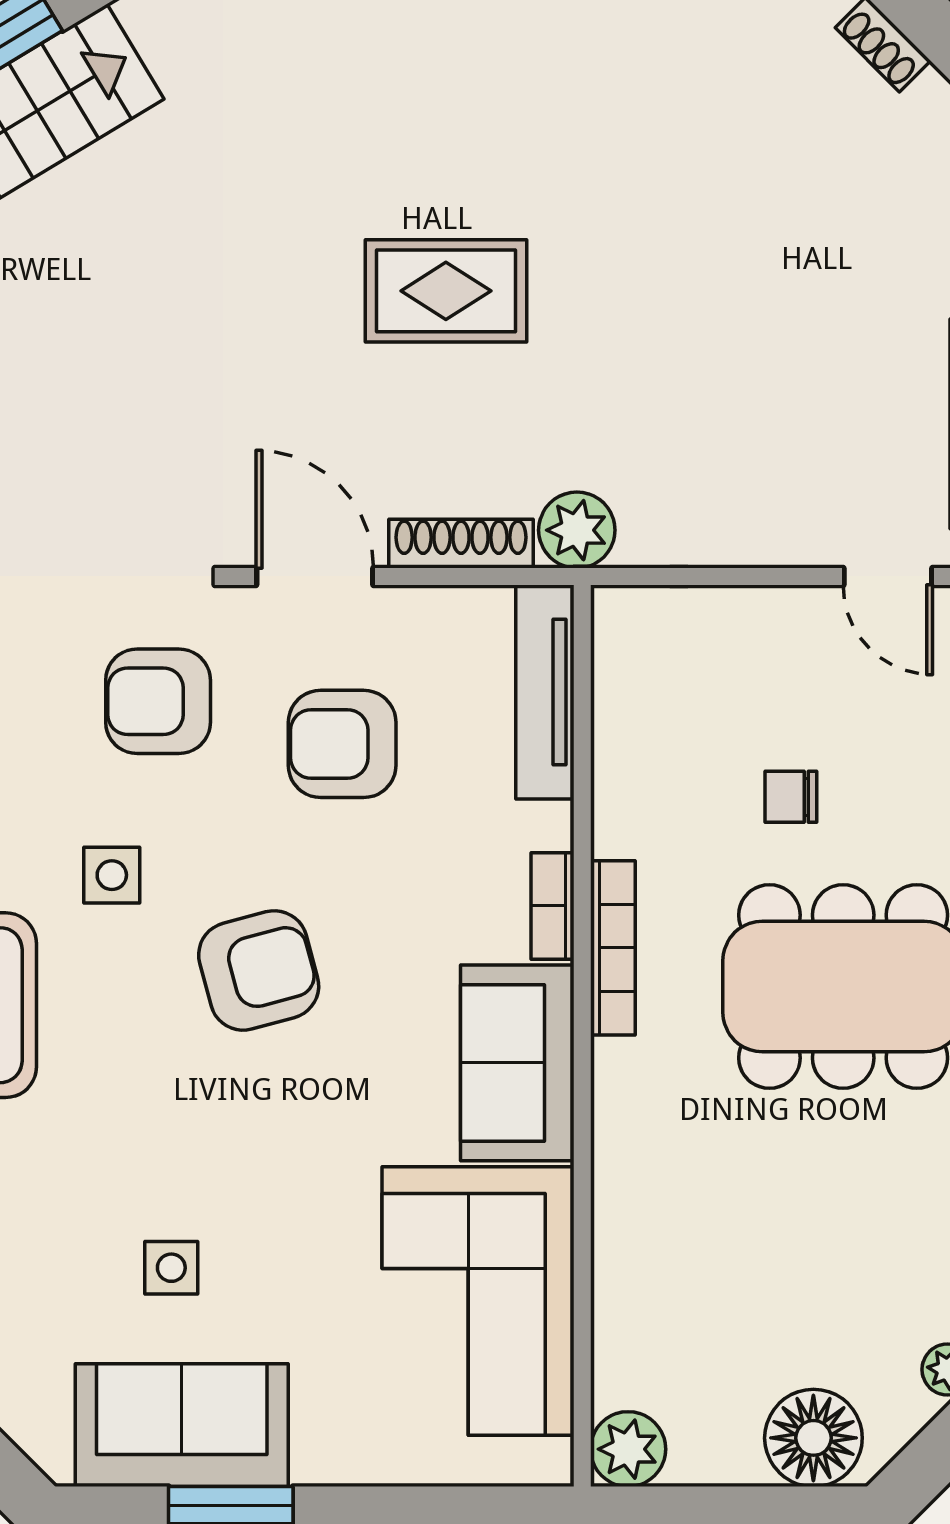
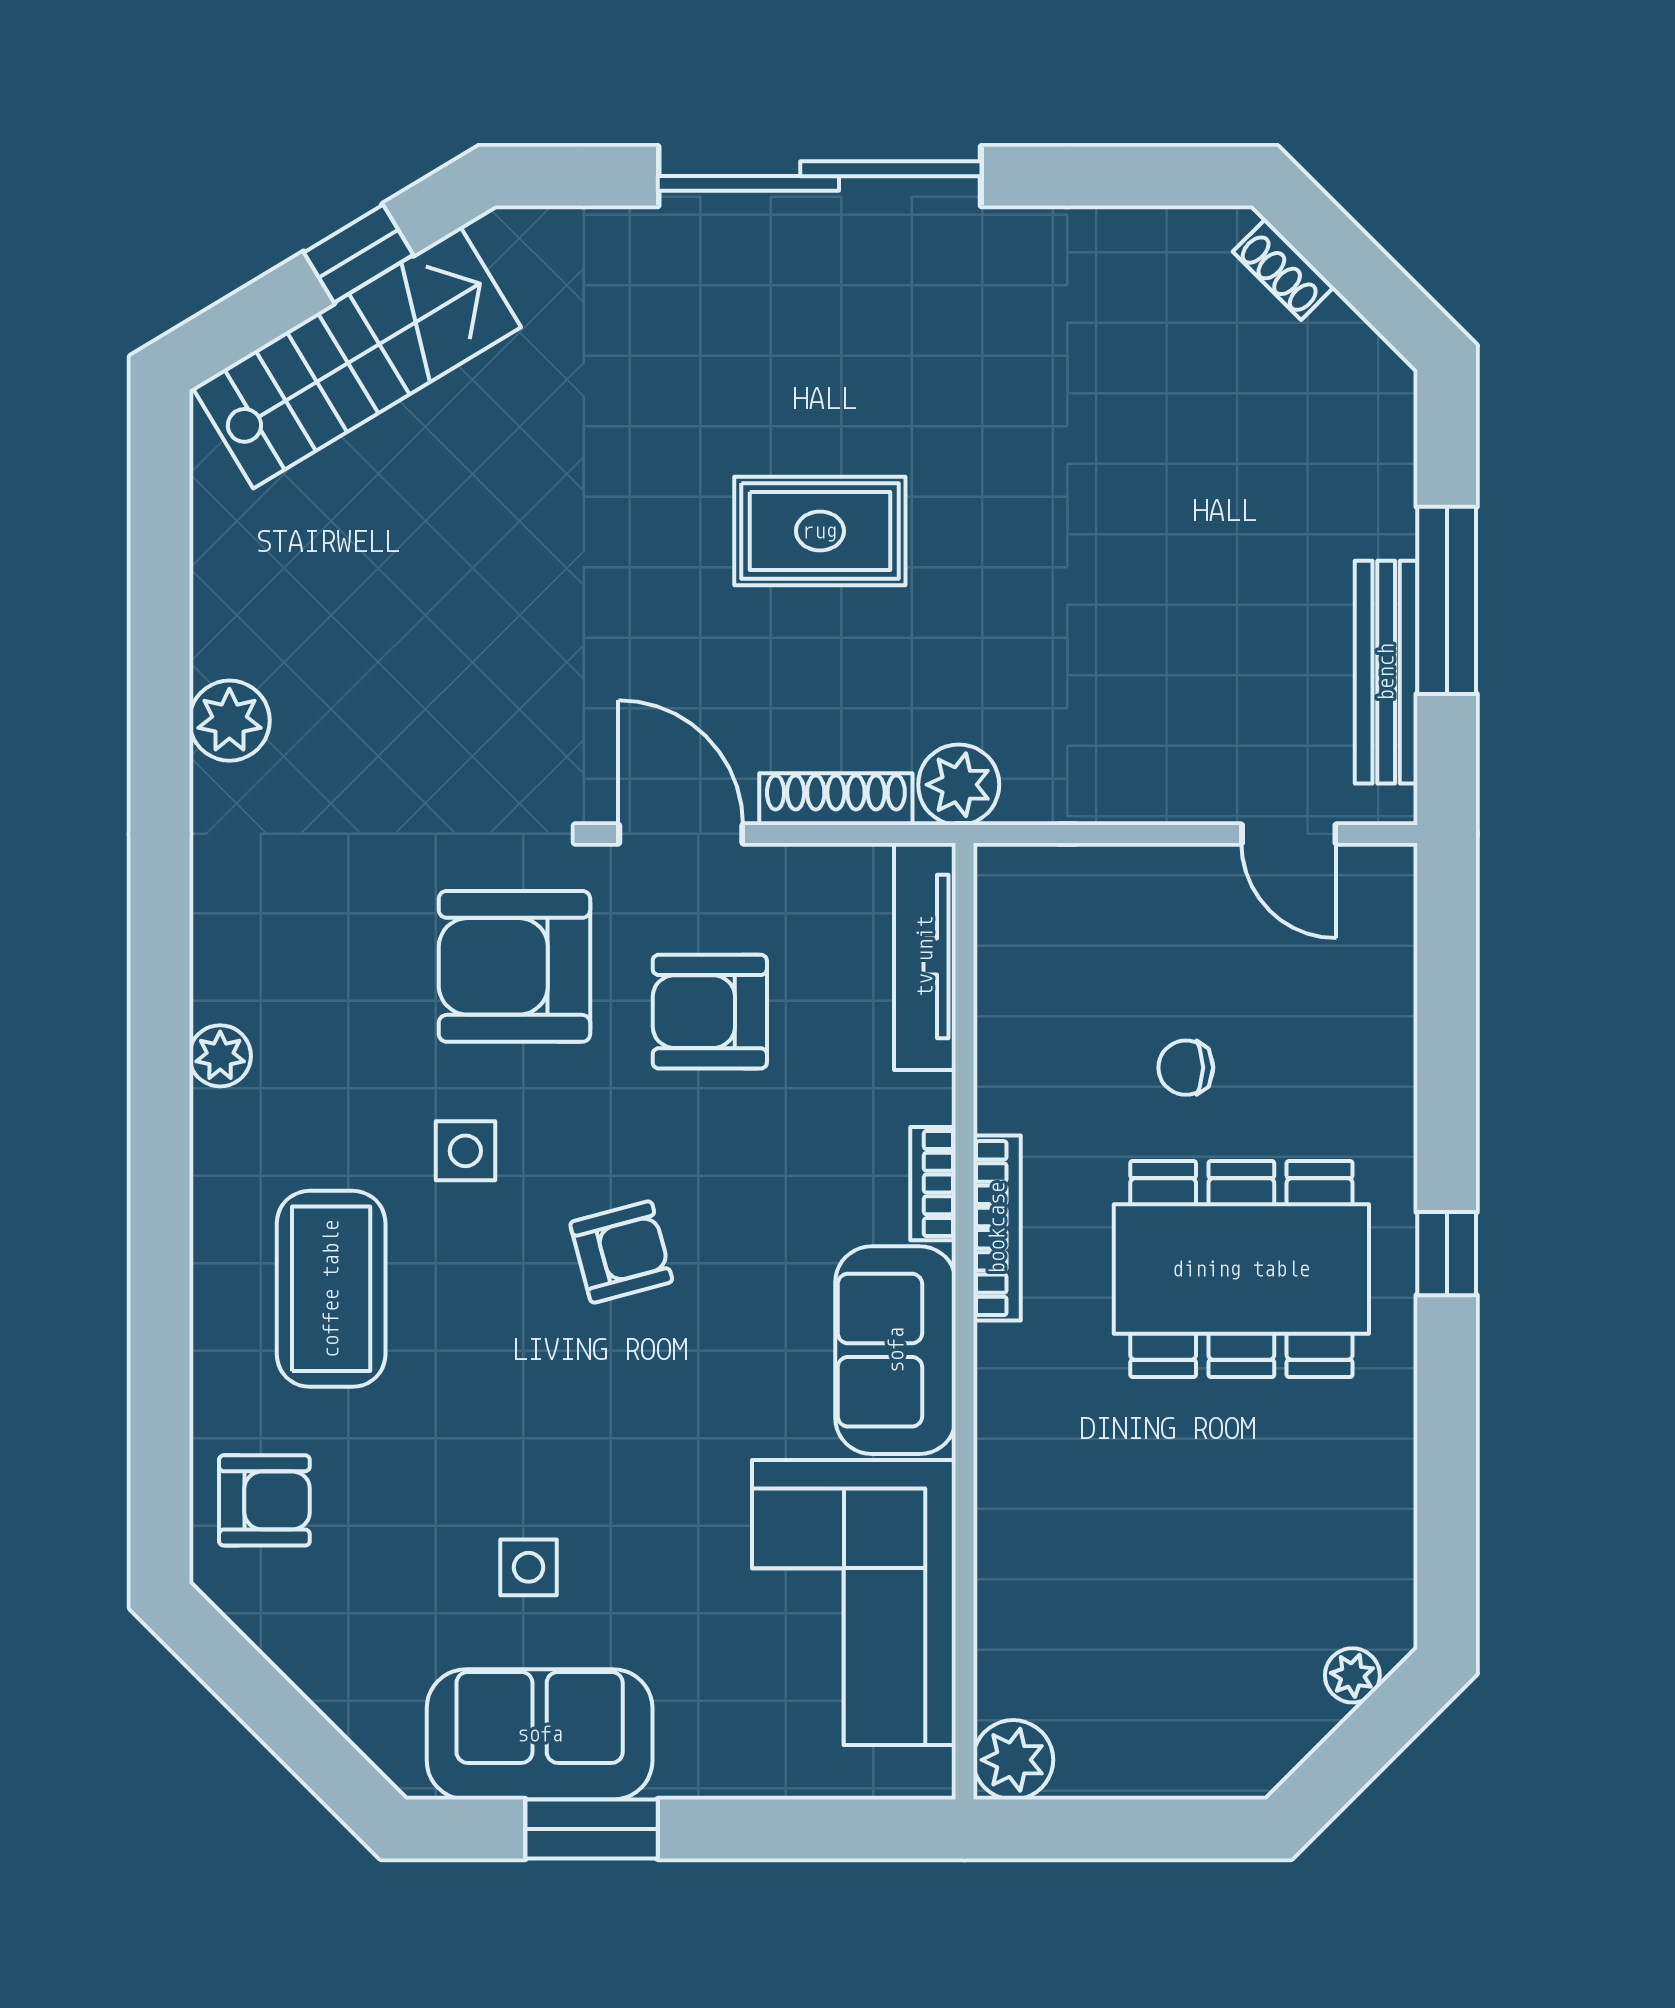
armchair: (158, 701) -> (514, 966), width x1.36, depth x1.36
armchair: (259, 970) -> (621, 1252), width x0.72, depth x0.72
floor lamp: (813, 1438) -> (1210, 1748), removed

